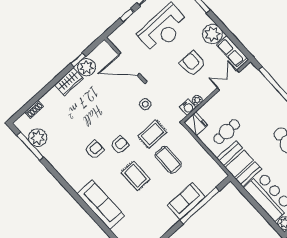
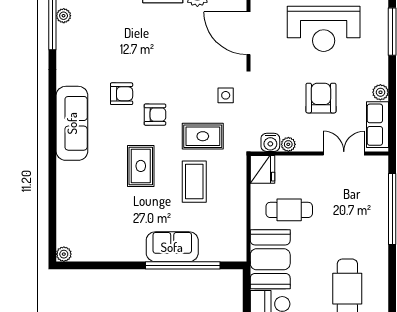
plant: (212, 34) -> (380, 92), width x0.53, depth x0.53
plant: (38, 138) -> (64, 16), width x0.53, depth x0.53
sofa: (101, 205) -> (72, 123), moved

